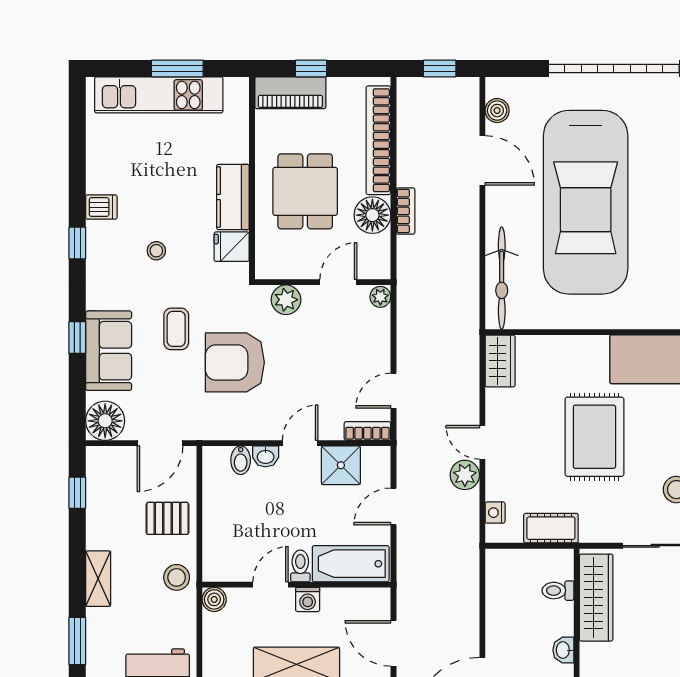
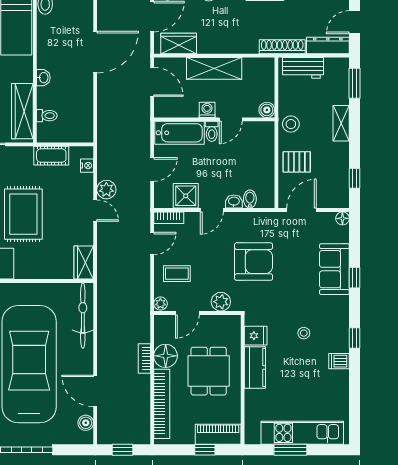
coffee table: (176, 329) -> (177, 274), moved, turned 90
floor lamp: (105, 421) -> (342, 218), width x0.53, depth x0.53

